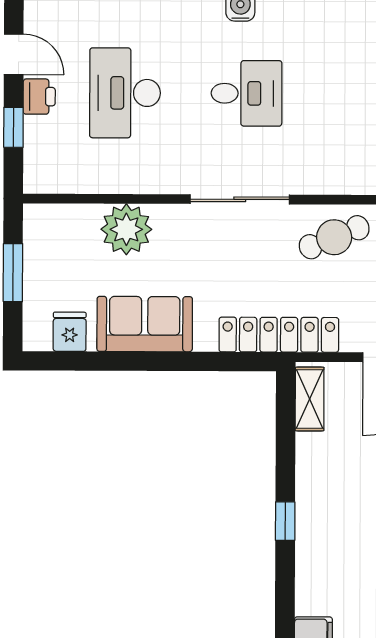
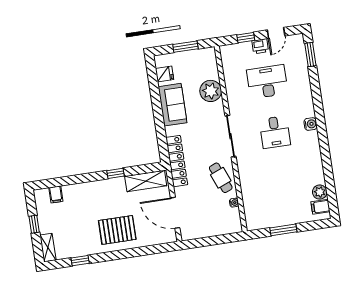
shelving: (310, 399) -> (146, 181), width x1.50, depth x1.33
window: (285, 521) -> (115, 173), moved

